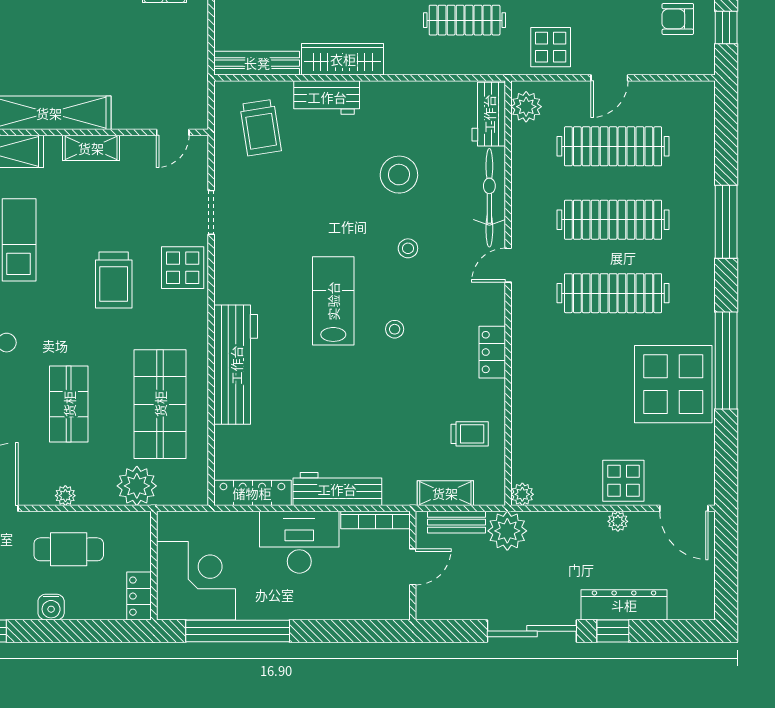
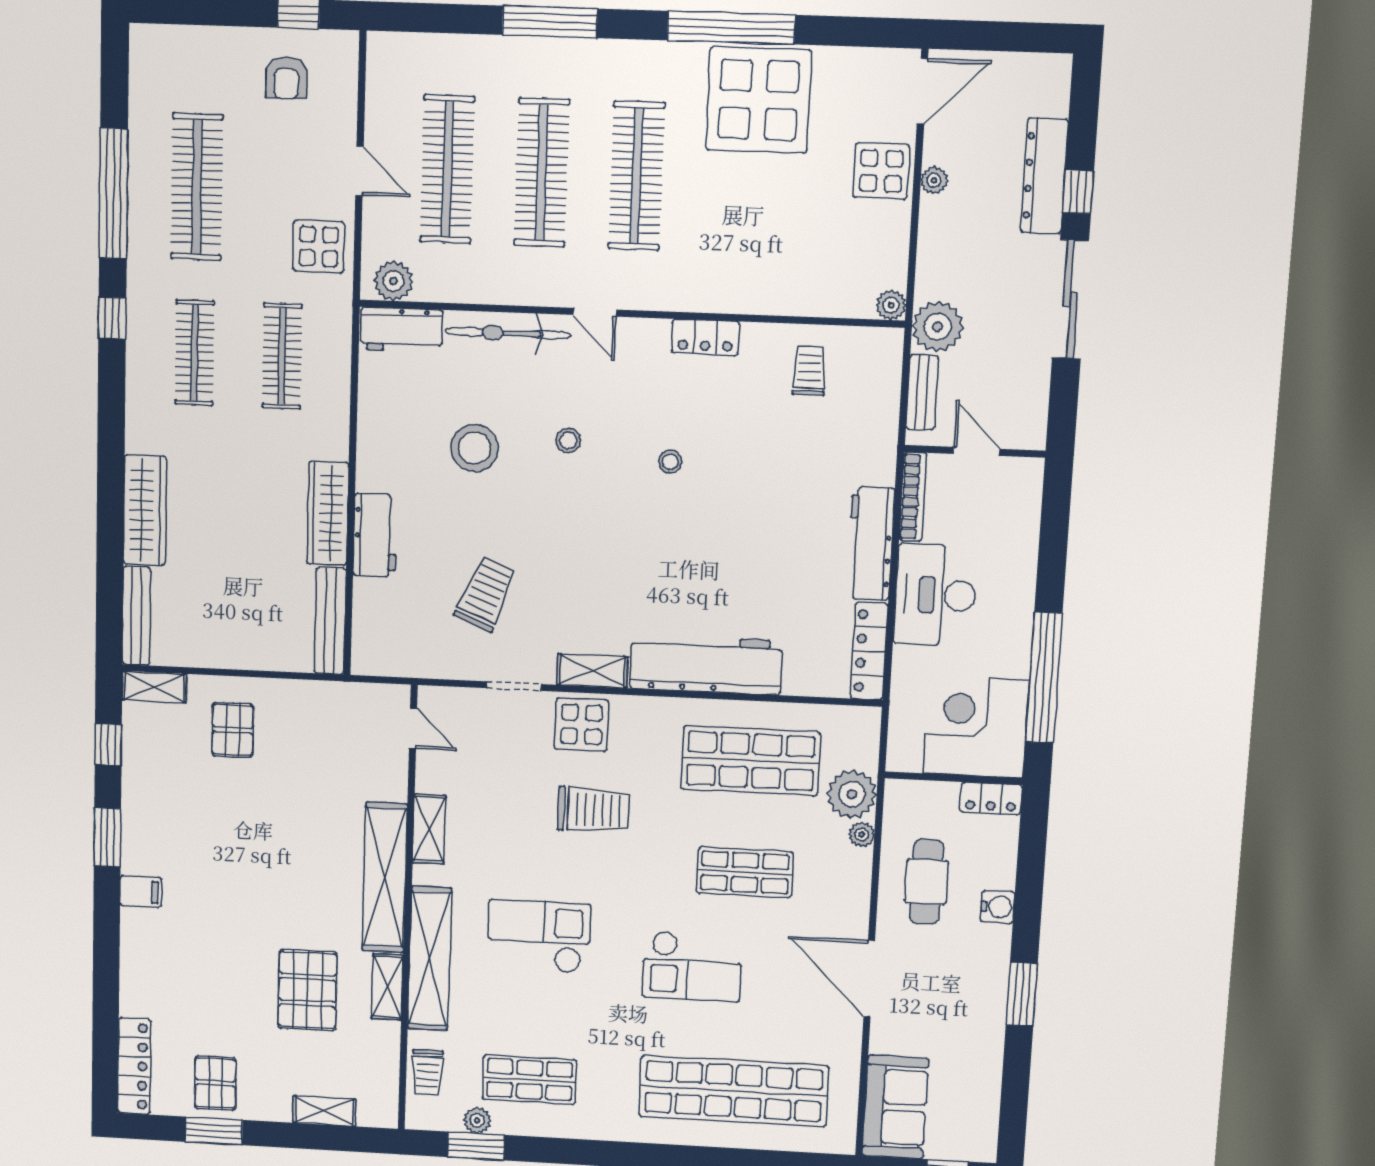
trolley: (261, 128) -> (486, 594), moved, turned -59
lab bench: (333, 301) -> (631, 538), removed
shelving: (445, 493) -> (592, 671), moved, turned 90
plant: (65, 496) -> (862, 834), moved

